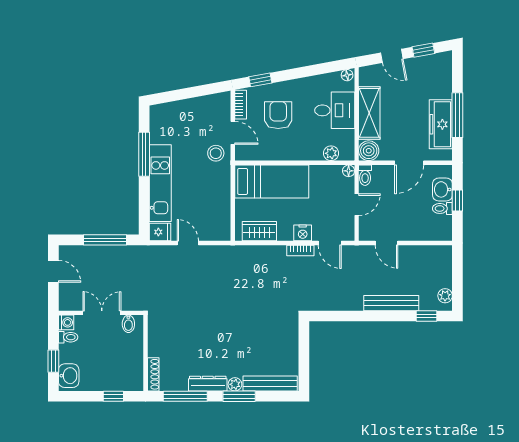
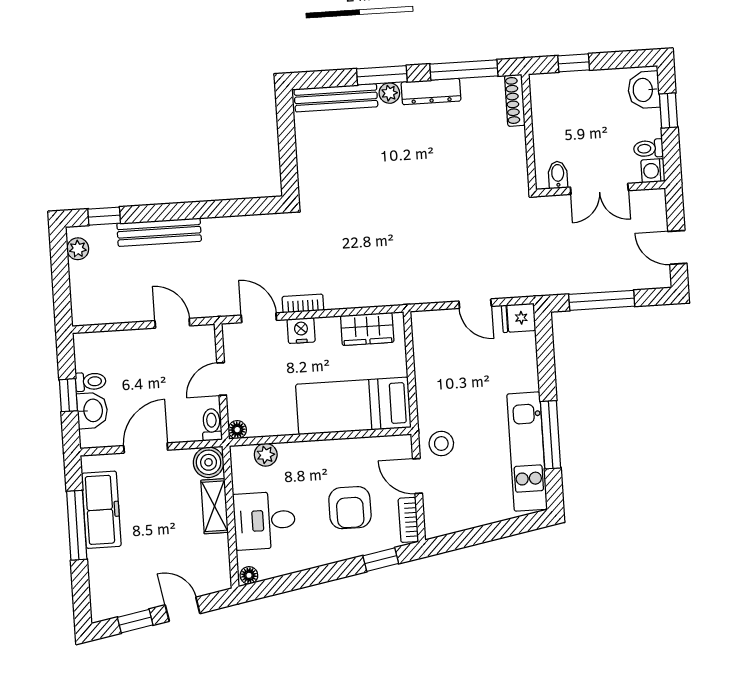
shelving: (369, 113) -> (215, 506), width x0.67, depth x0.75
kitchen unit: (160, 183) -> (527, 452), moved

